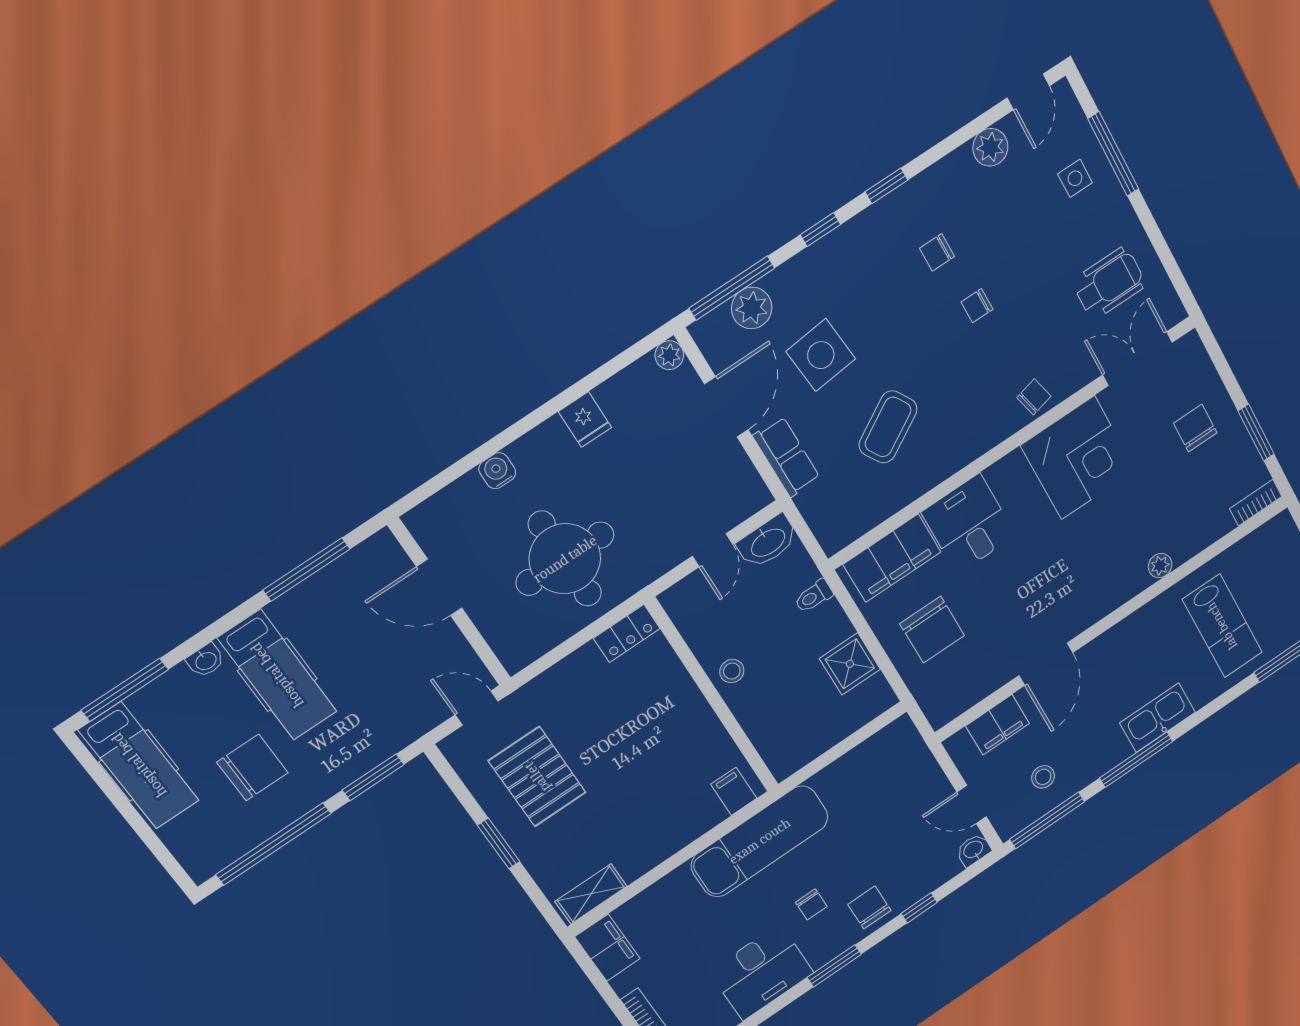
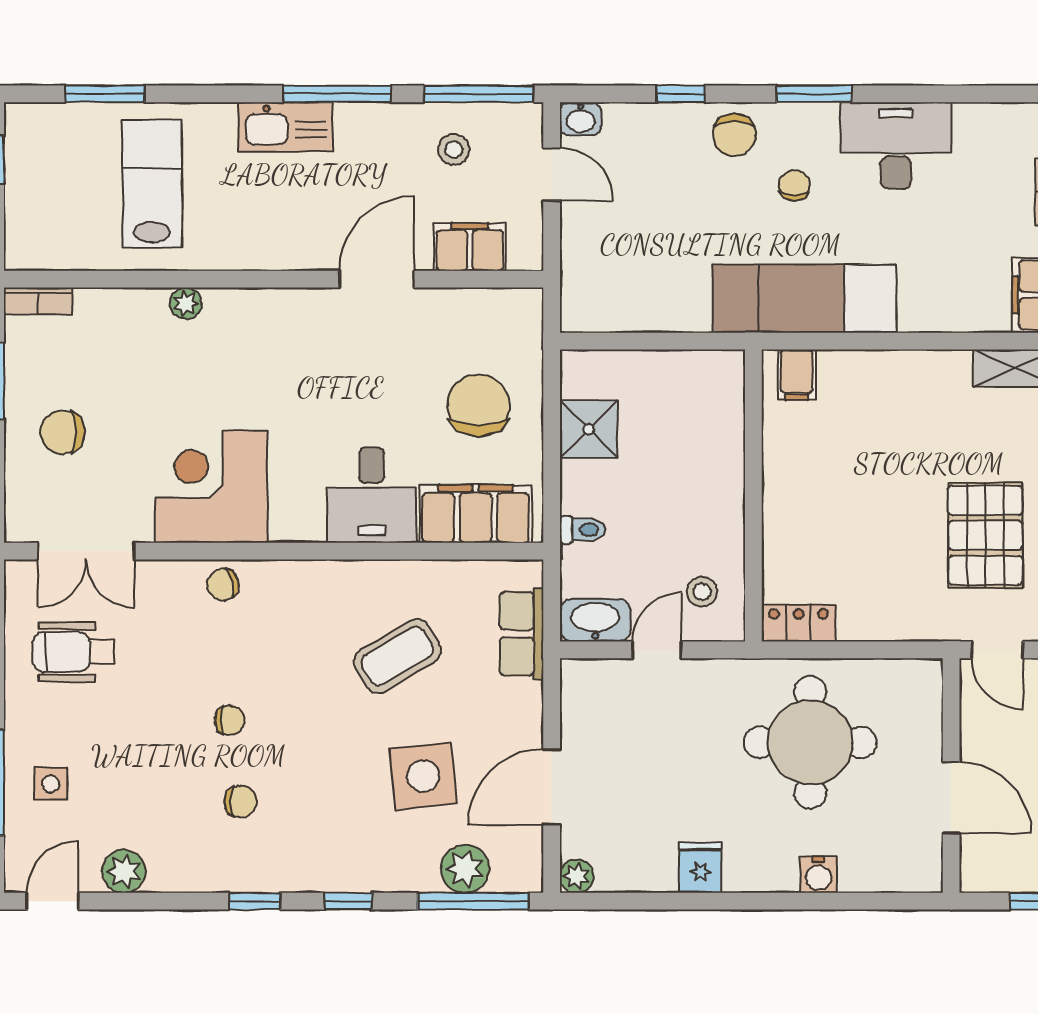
chair: (1195, 428) -> (62, 432), turned 88
row of seats: (786, 457) -> (522, 634), moved
stool: (732, 671) -> (702, 592), moved

